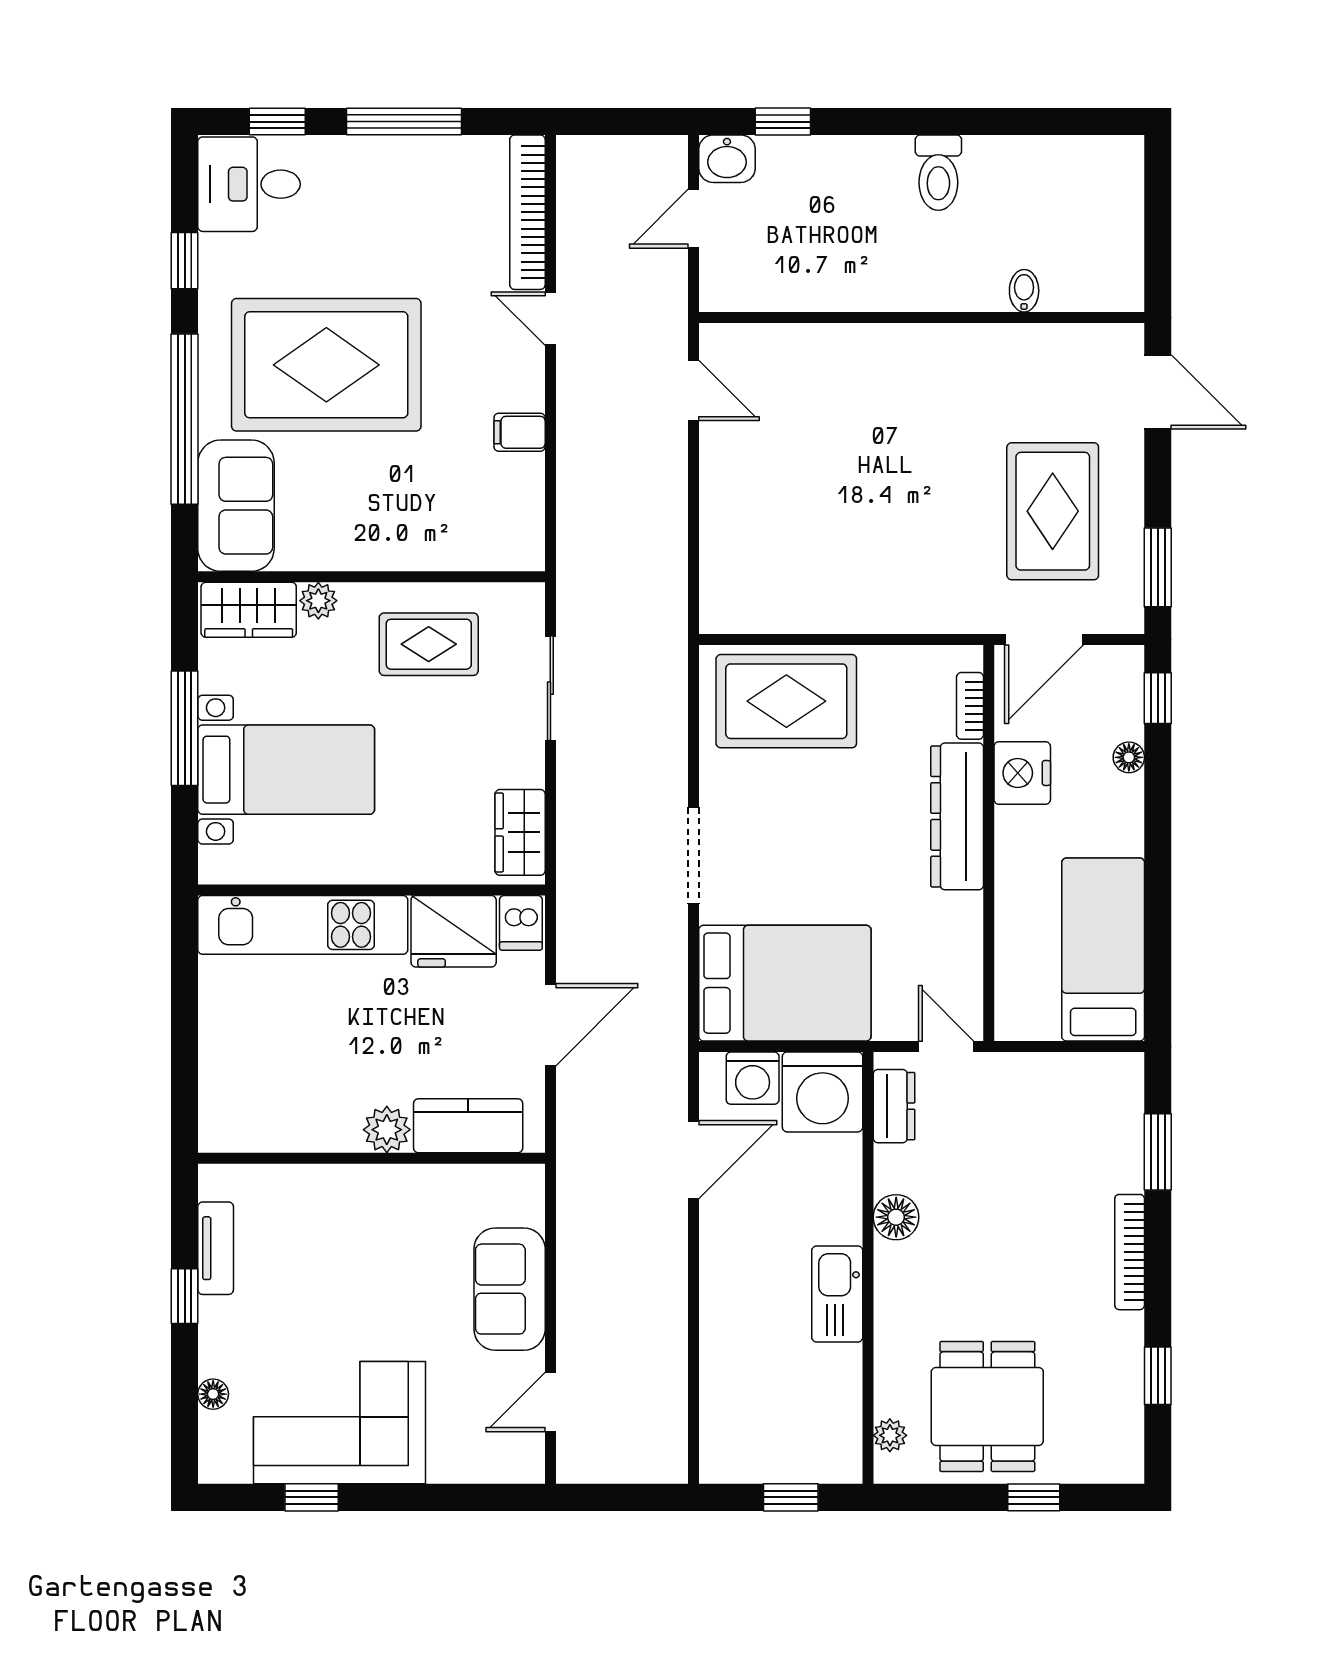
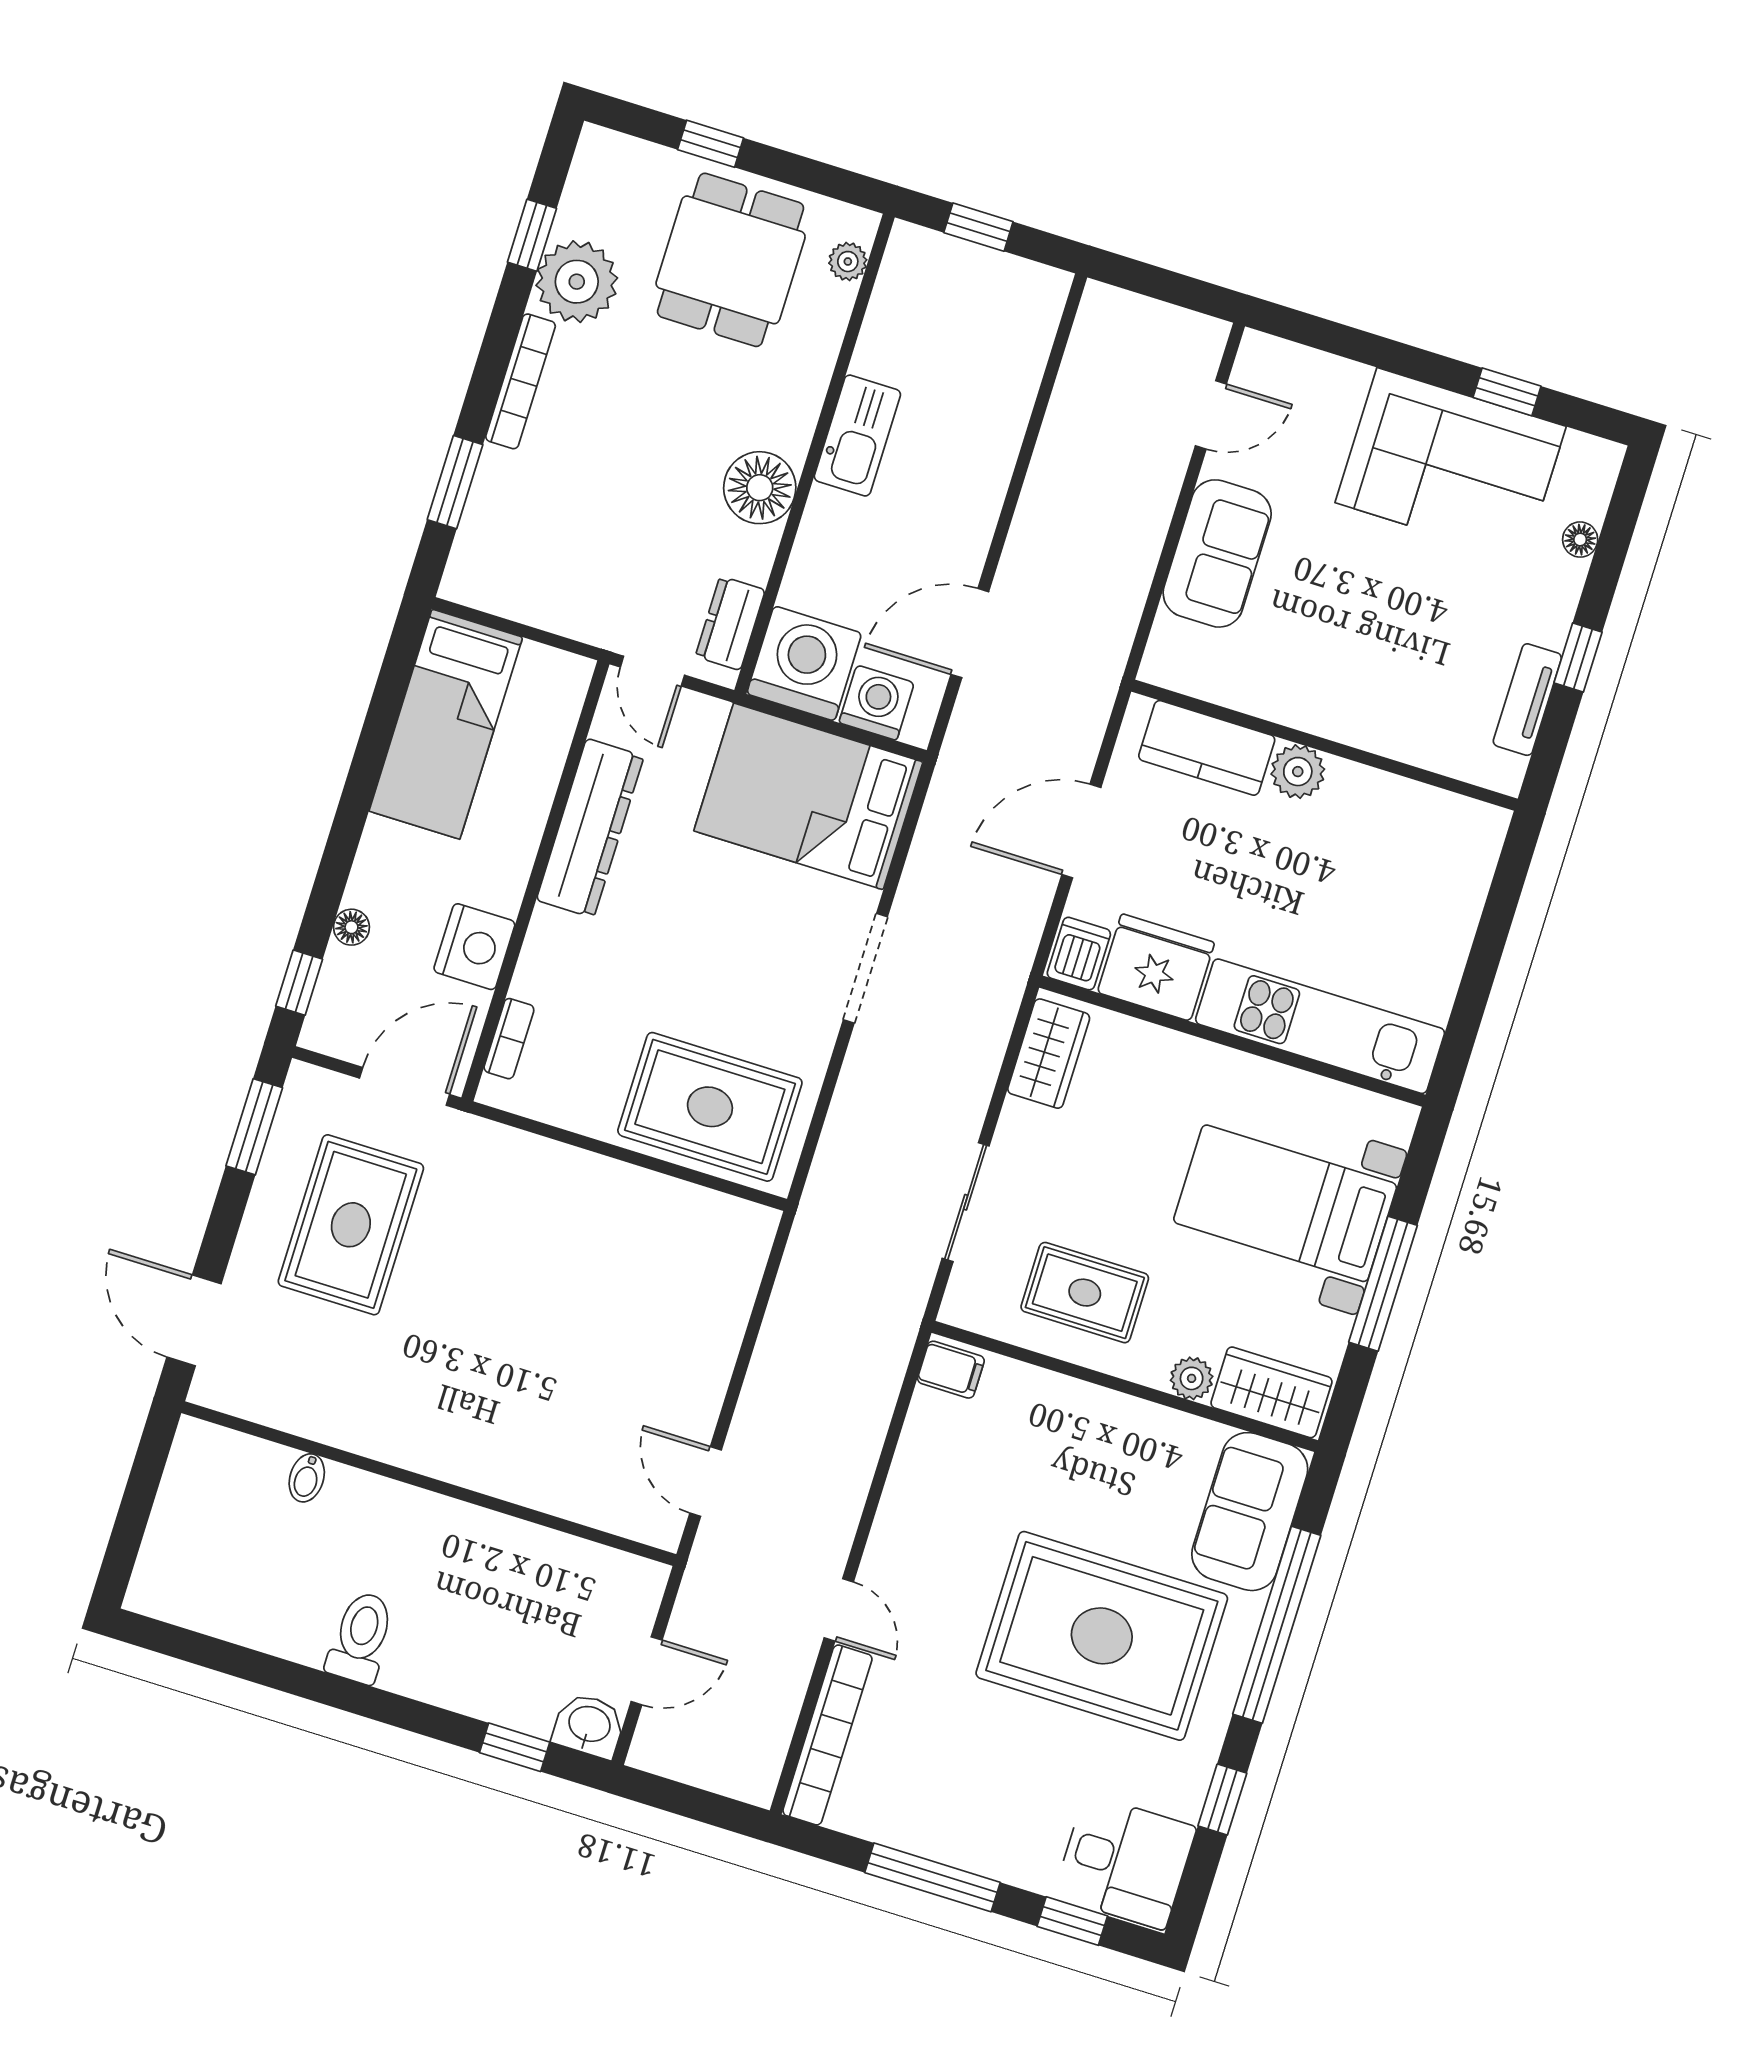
filing cabinet: (520, 432) -> (951, 1370), moved
dresser: (957, 816) -> (590, 828), moved
floor lamp: (896, 1217) -> (760, 488), width x1.38, depth x1.38
plant: (1109, 1349) -> (577, 282), added

